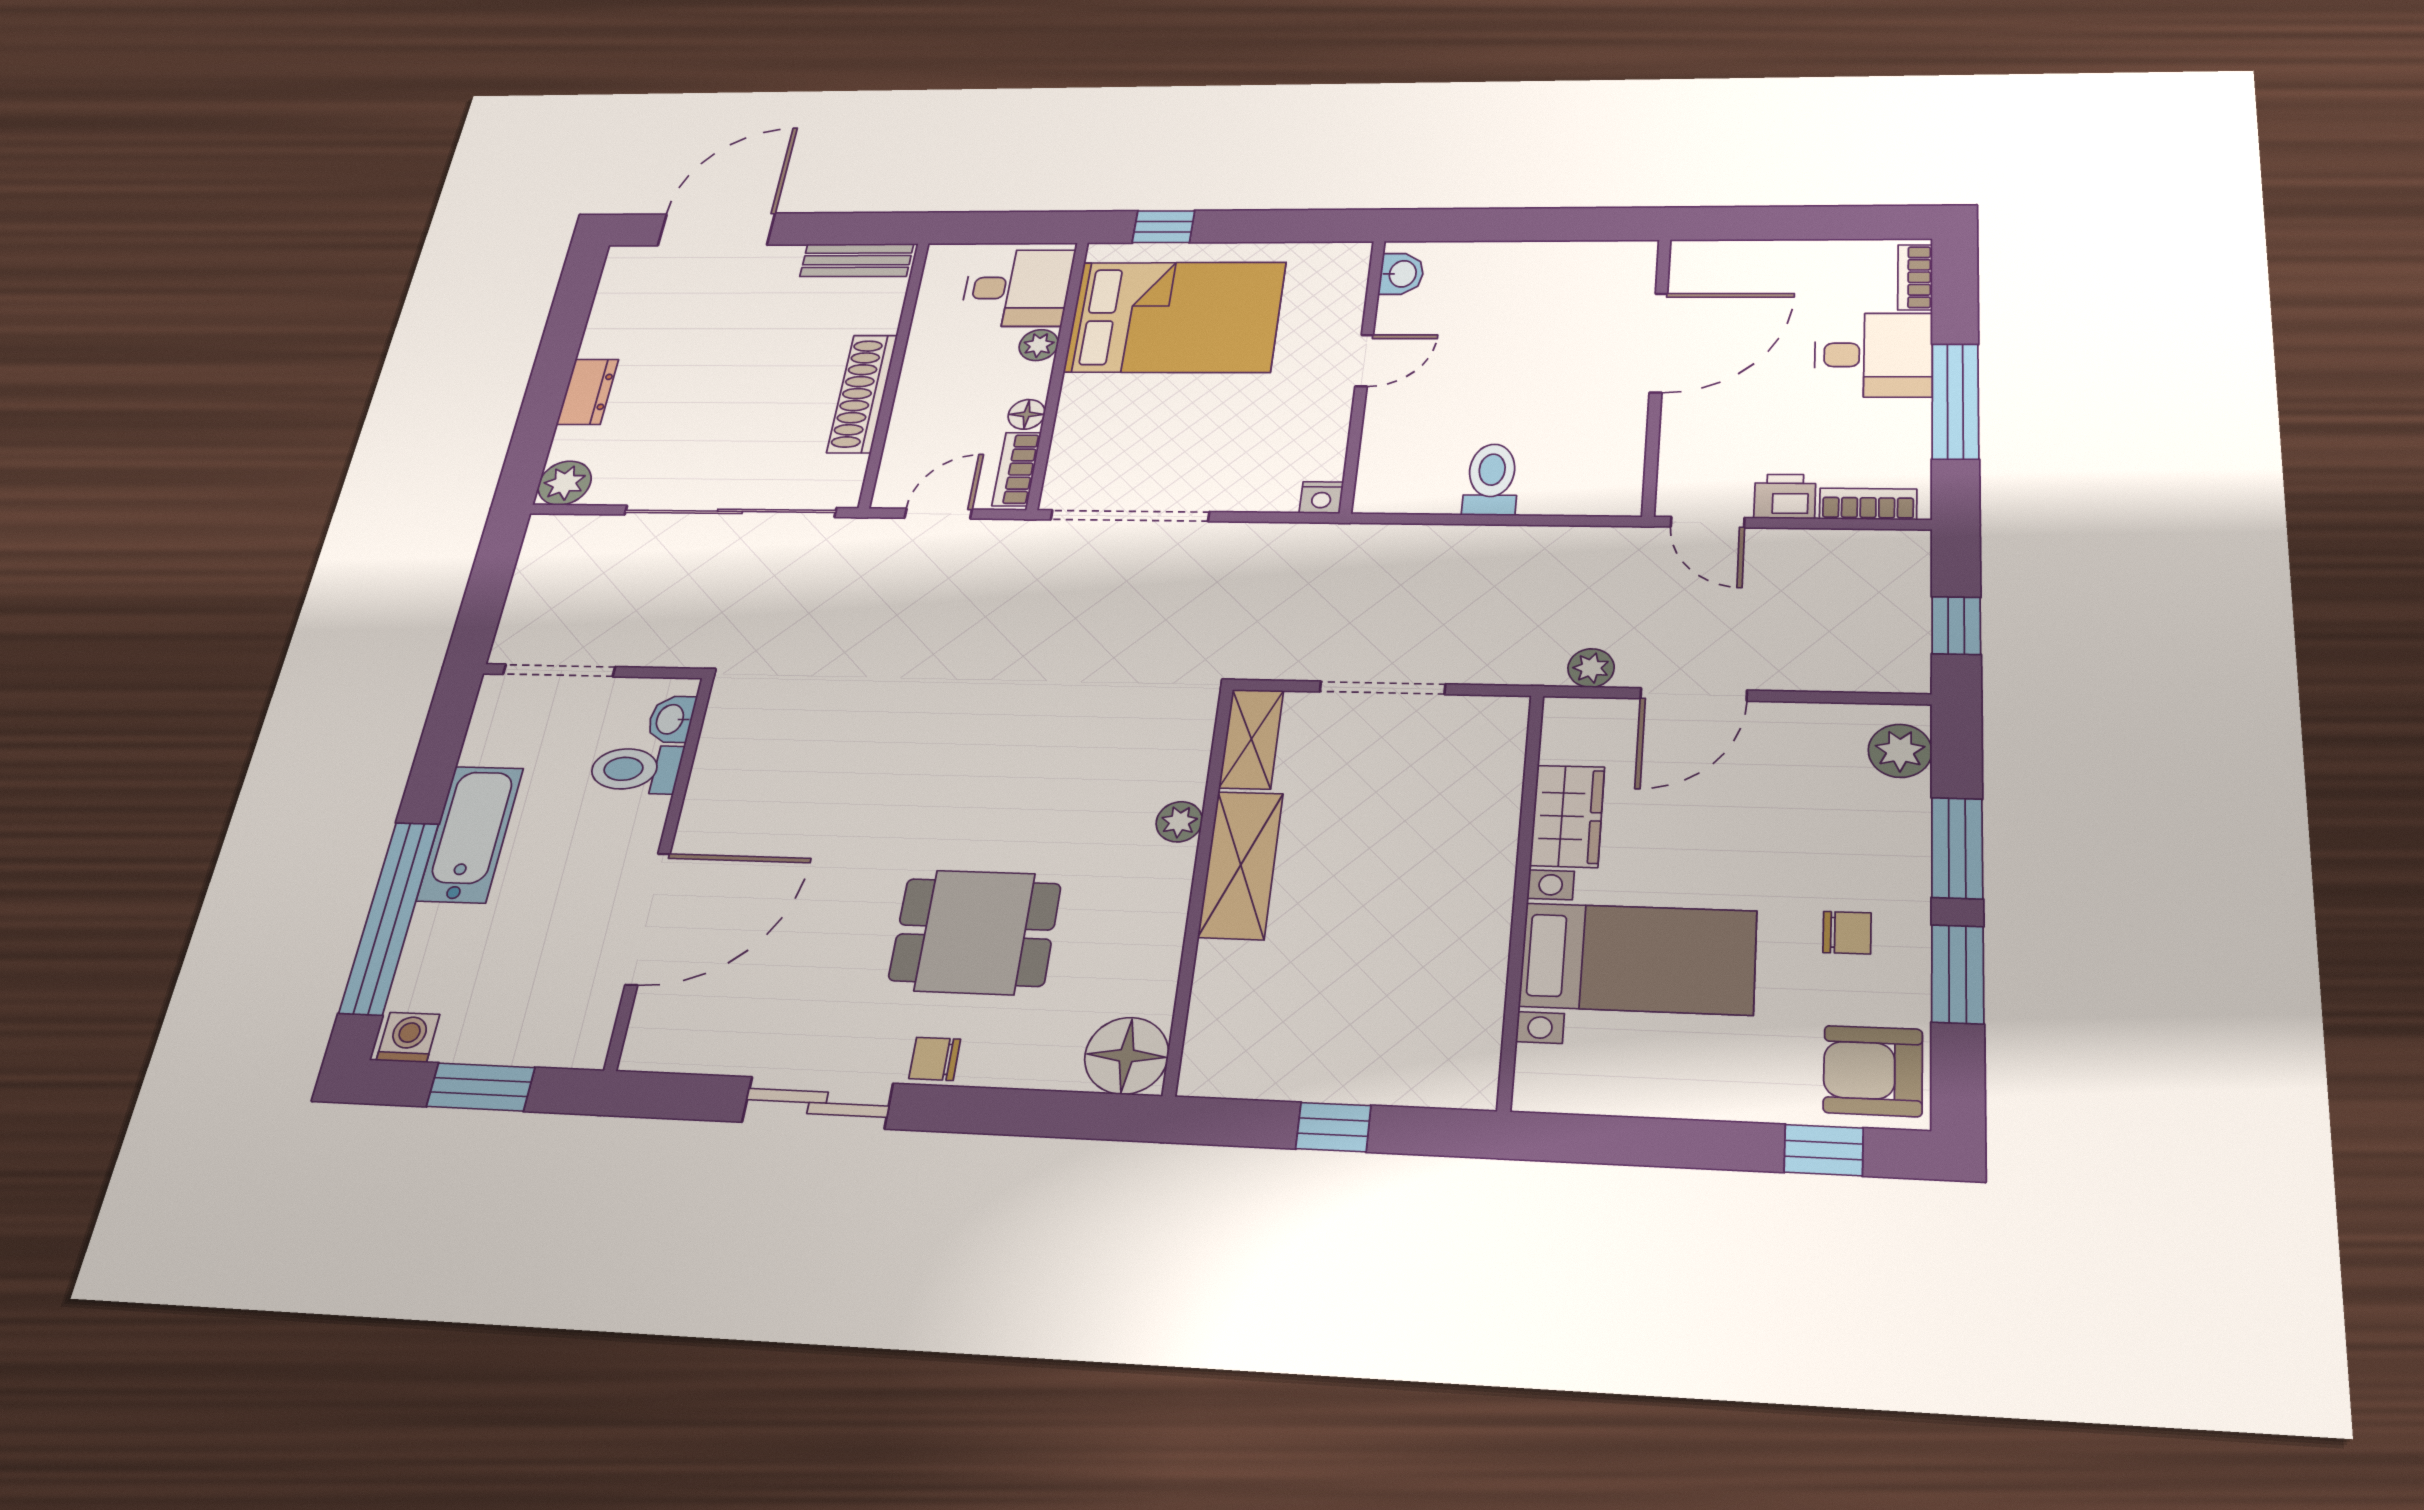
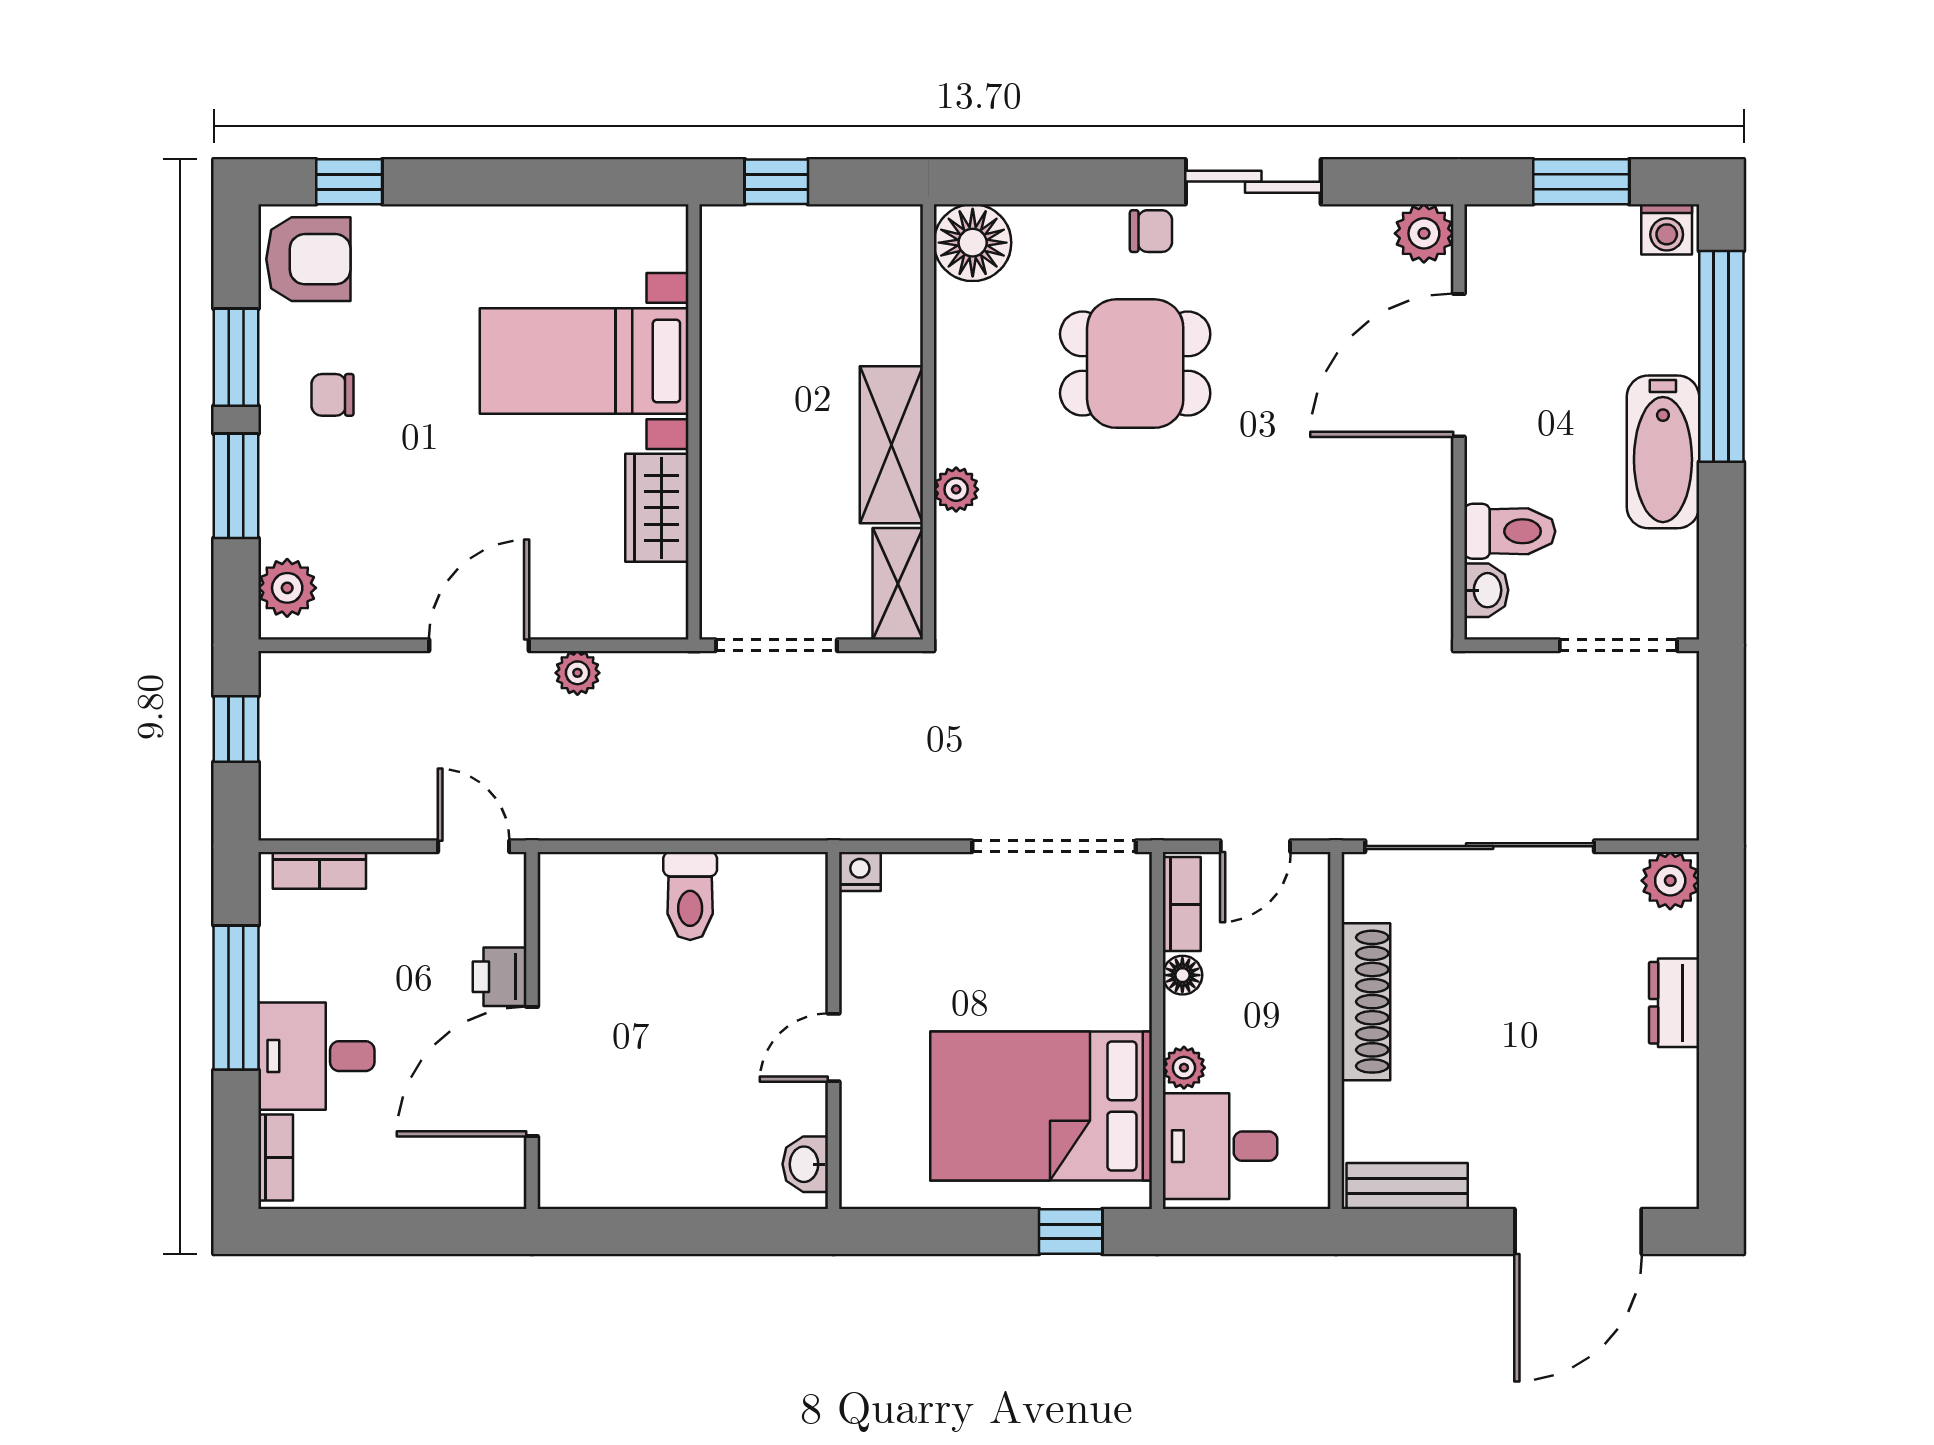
printer: (1785, 496) -> (500, 977), moved, turned 90
wardrobe: (1567, 816) -> (657, 508), moved
wall: (1521, 896) -> (694, 422), moved
bed with nightstands: (1638, 959) -> (584, 361), moved
plant: (653, 1044) -> (1424, 233), added

